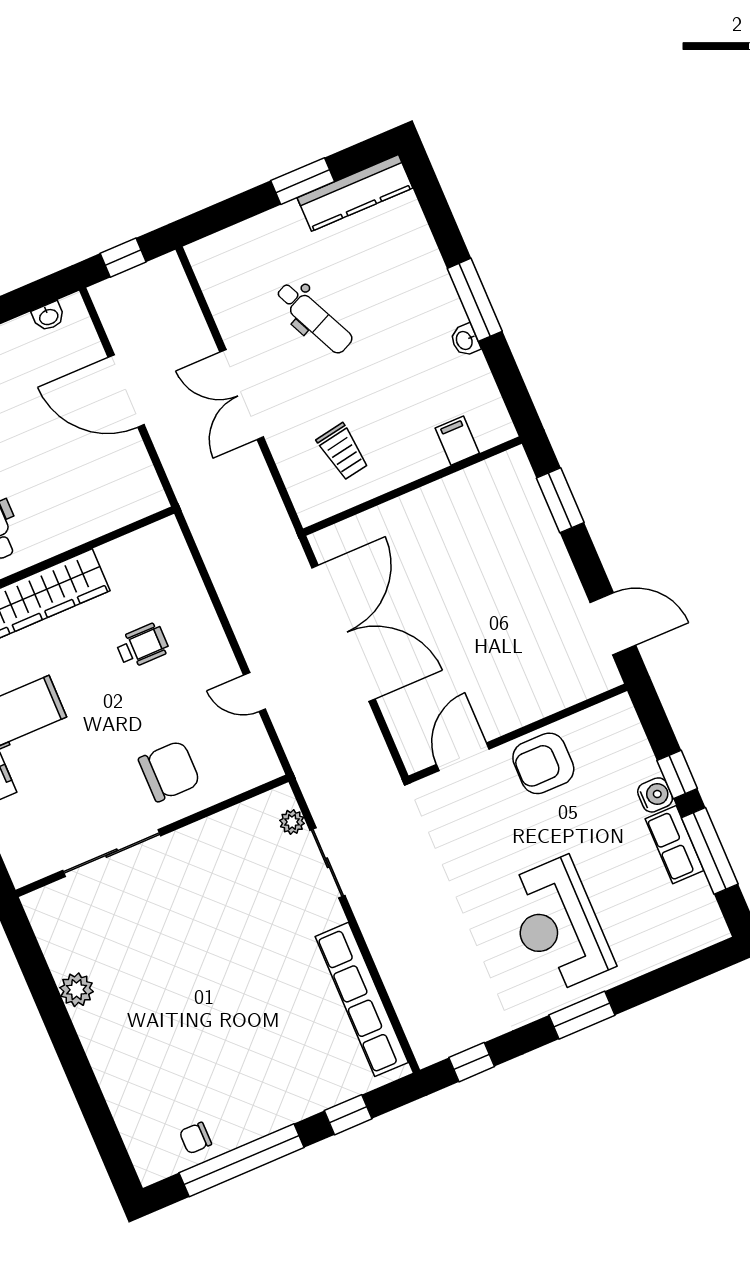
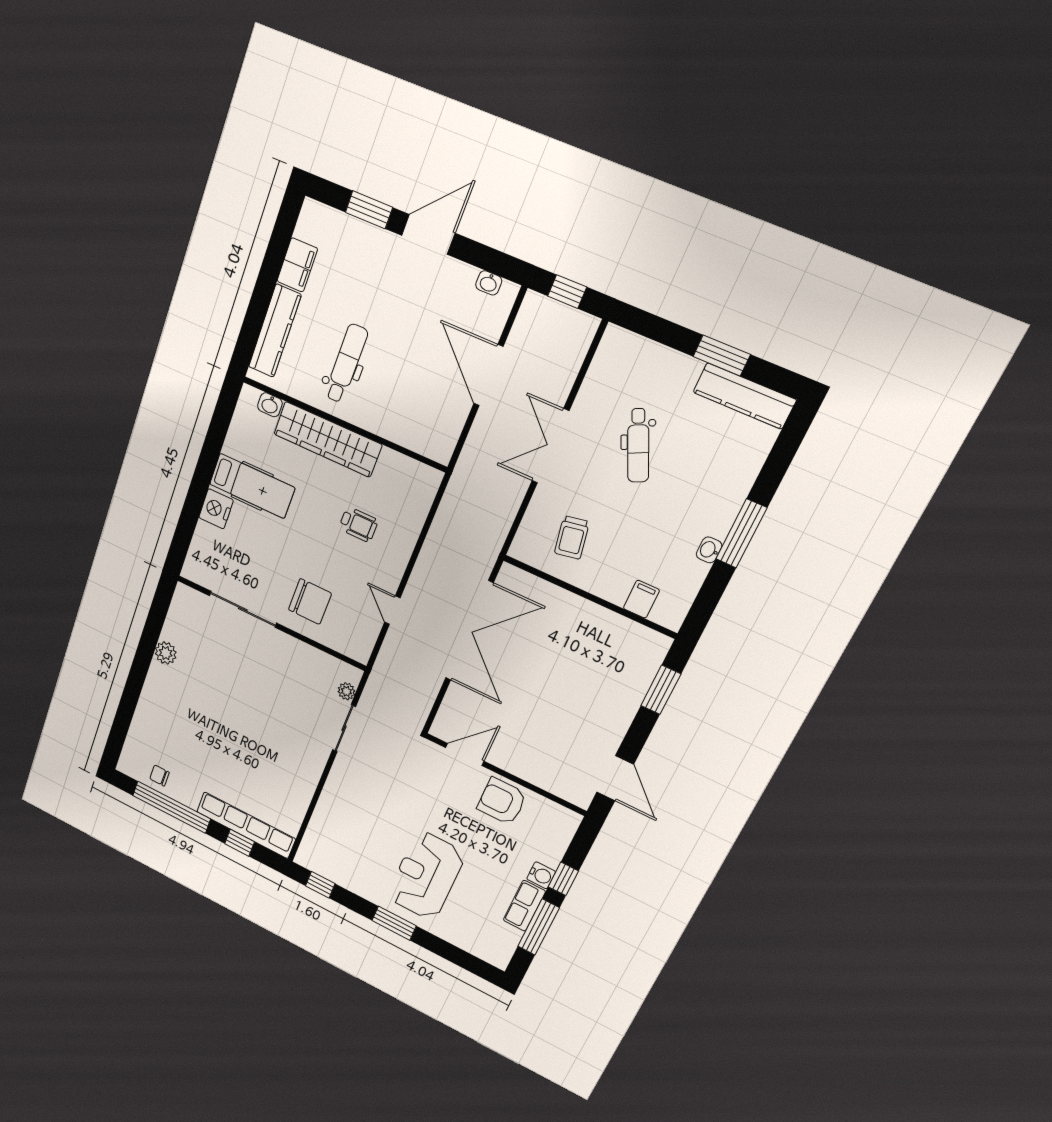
row of seats: (362, 999) -> (246, 825), moved, turned 90

